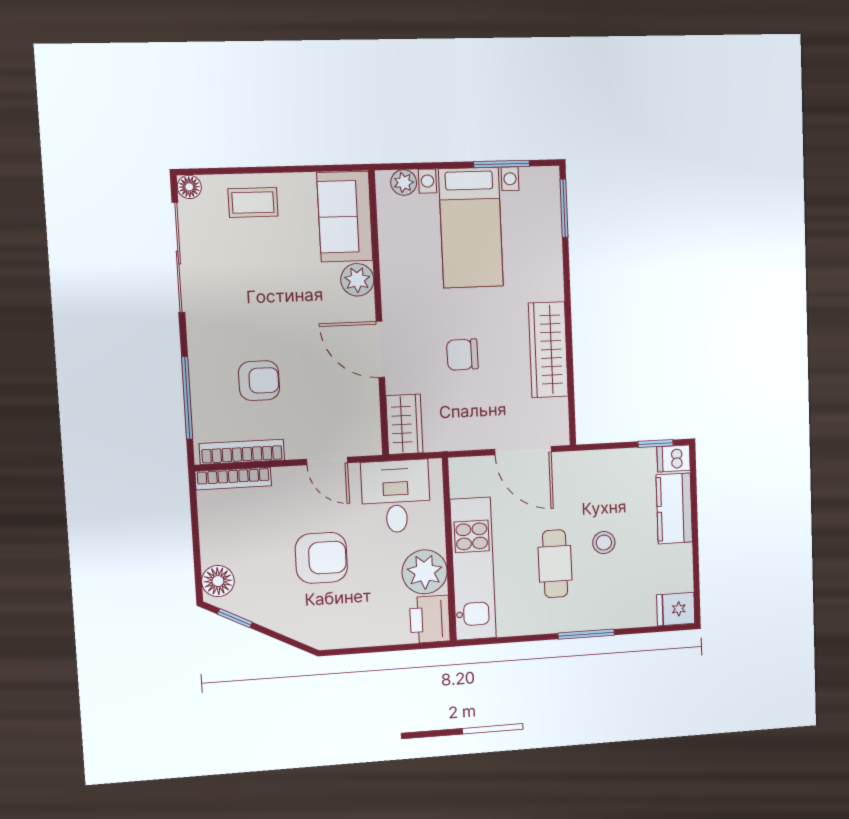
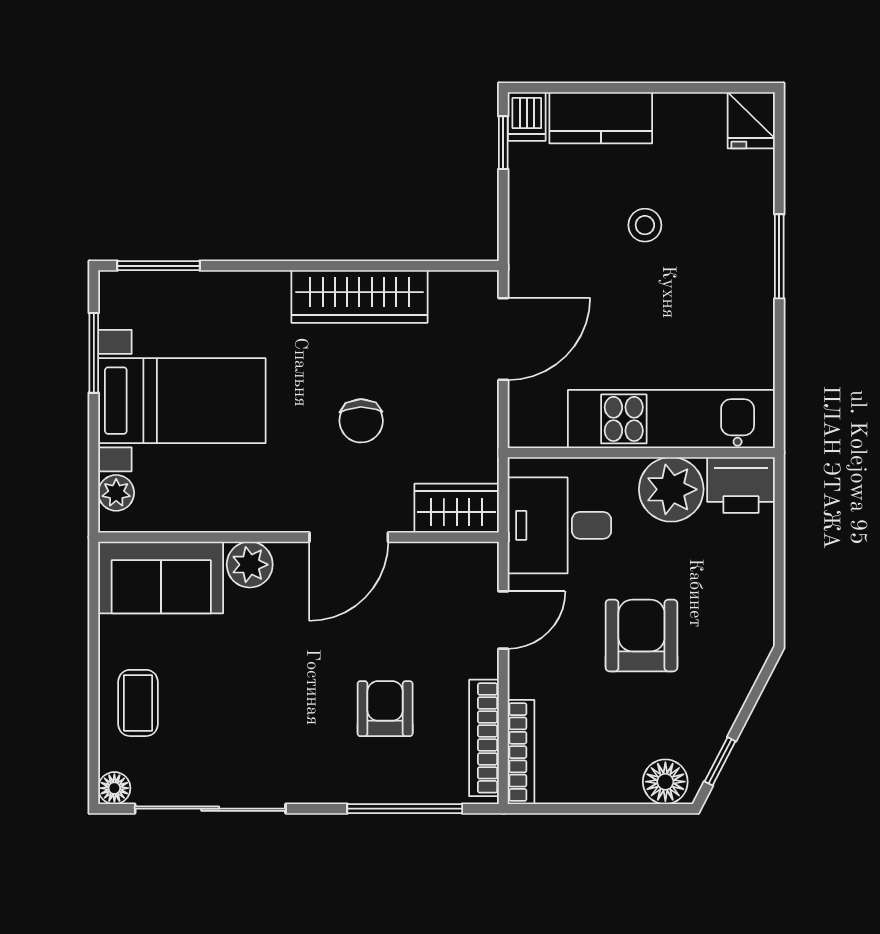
cafe table: (555, 564) -> (672, 299), removed

